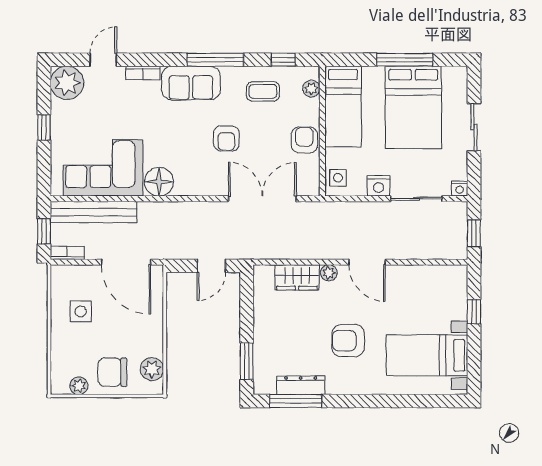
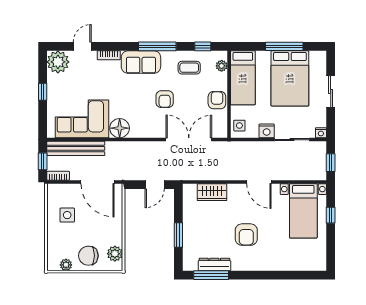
plant: (329, 273) -> (233, 189), removed
armchair: (348, 341) -> (246, 235), turned -90
bed with nightstands: (427, 355) -> (303, 211), moved, turned -90
window: (247, 361) -> (178, 235), moved

